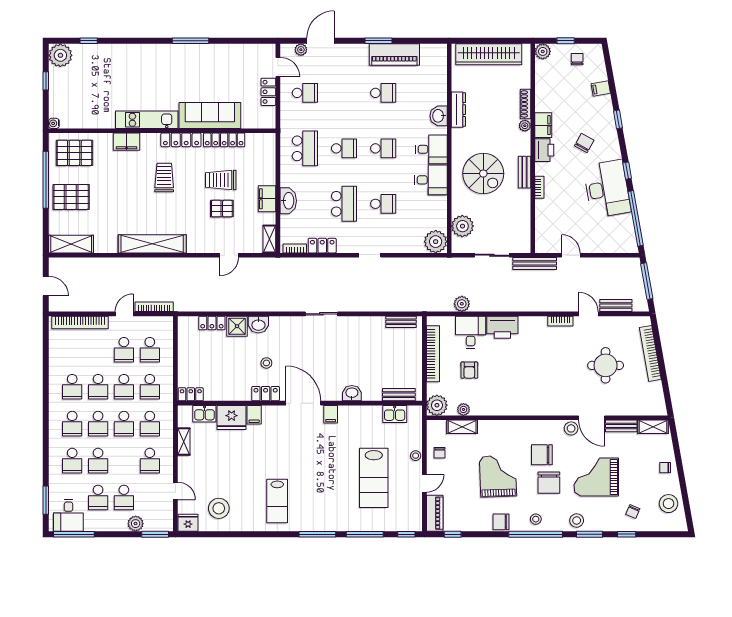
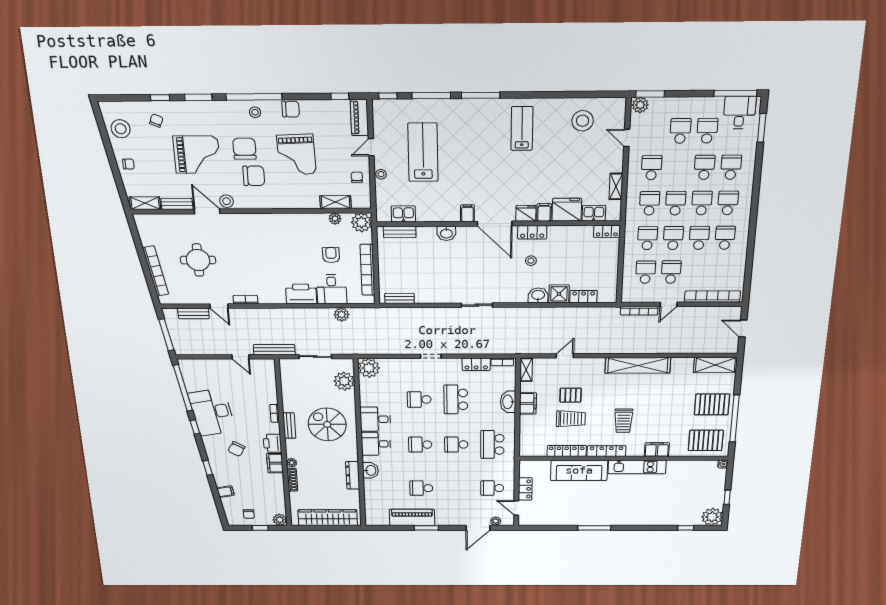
stool: (577, 521) -> (213, 111), removed
fridge: (188, 523) -> (526, 213), moved, turned 180
plant: (136, 524) -> (640, 105), moved

